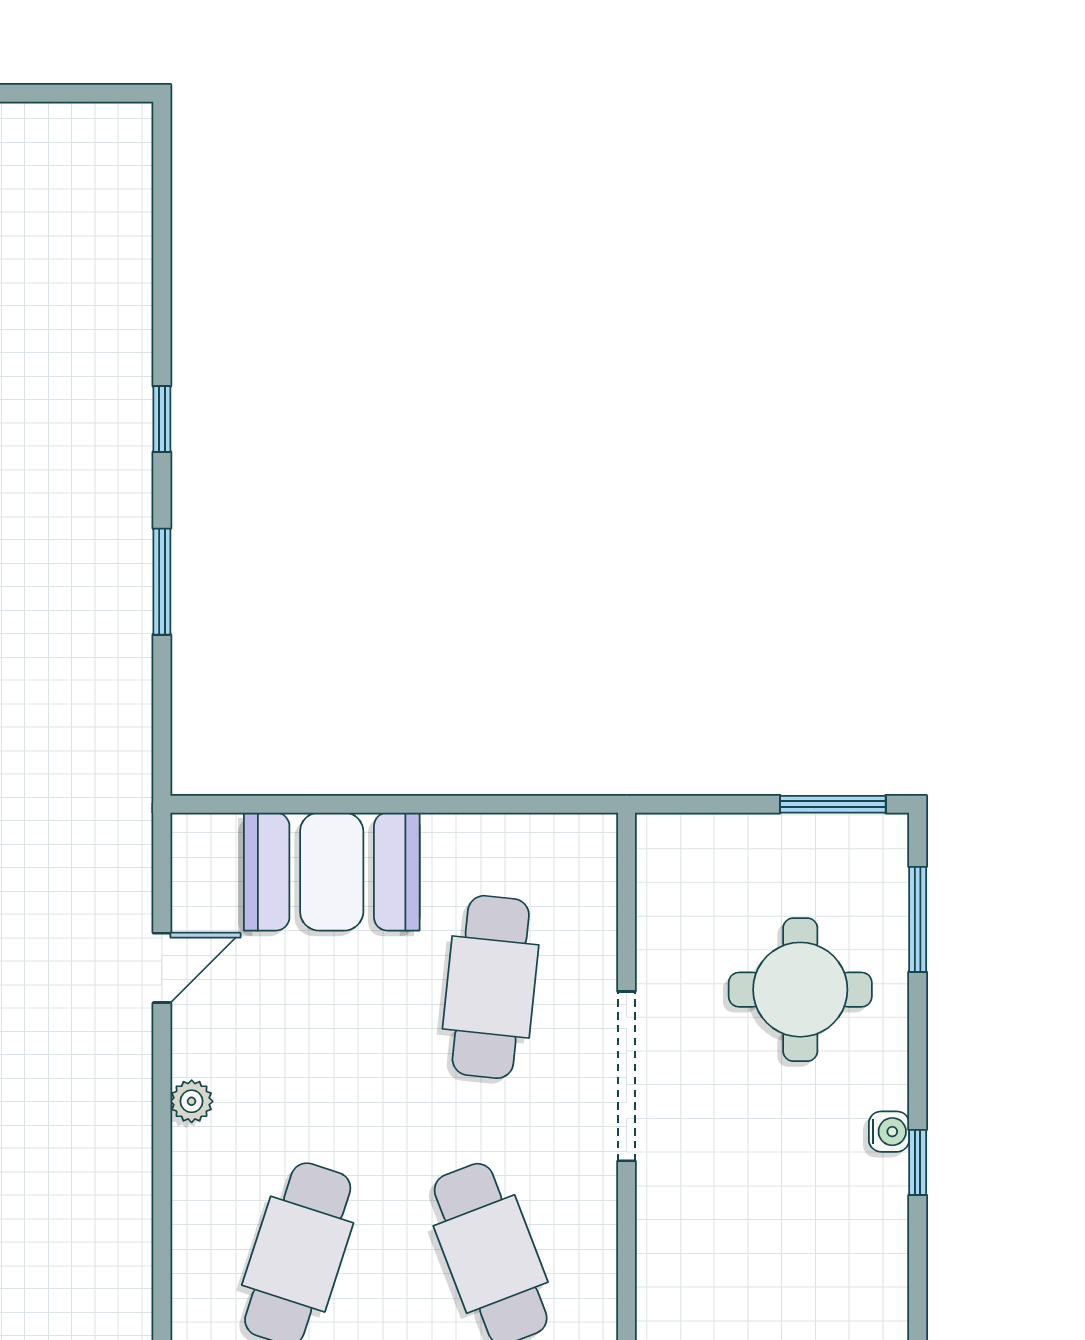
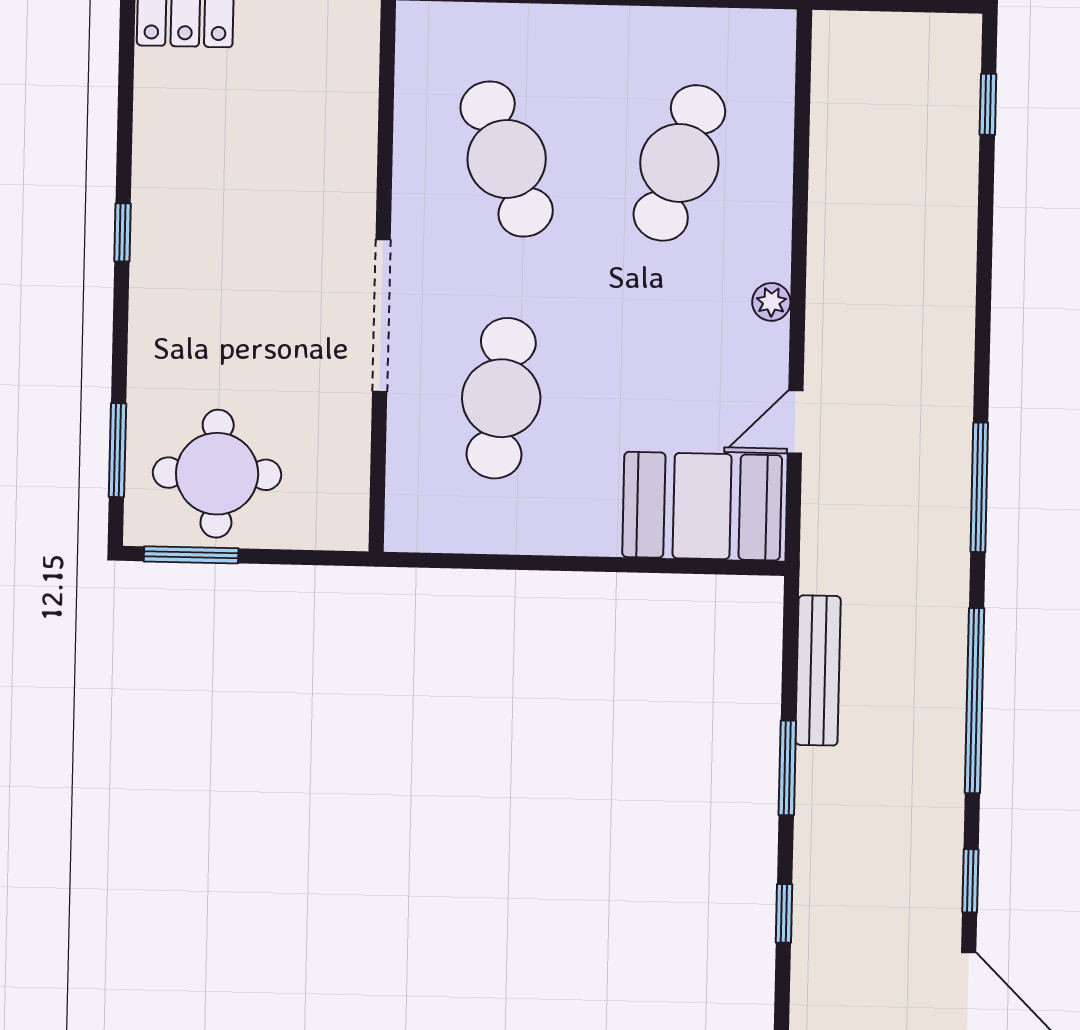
bench: (130, 691) -> (818, 670), added
booth: (332, 872) -> (702, 506), moved
round table: (800, 990) -> (217, 474), moved
water cooler: (889, 1132) -> (147, 261), removed

